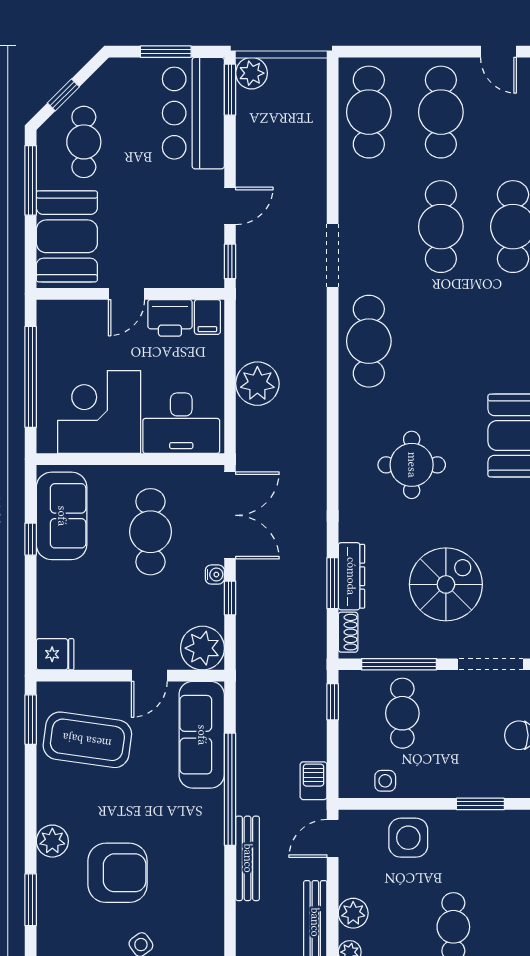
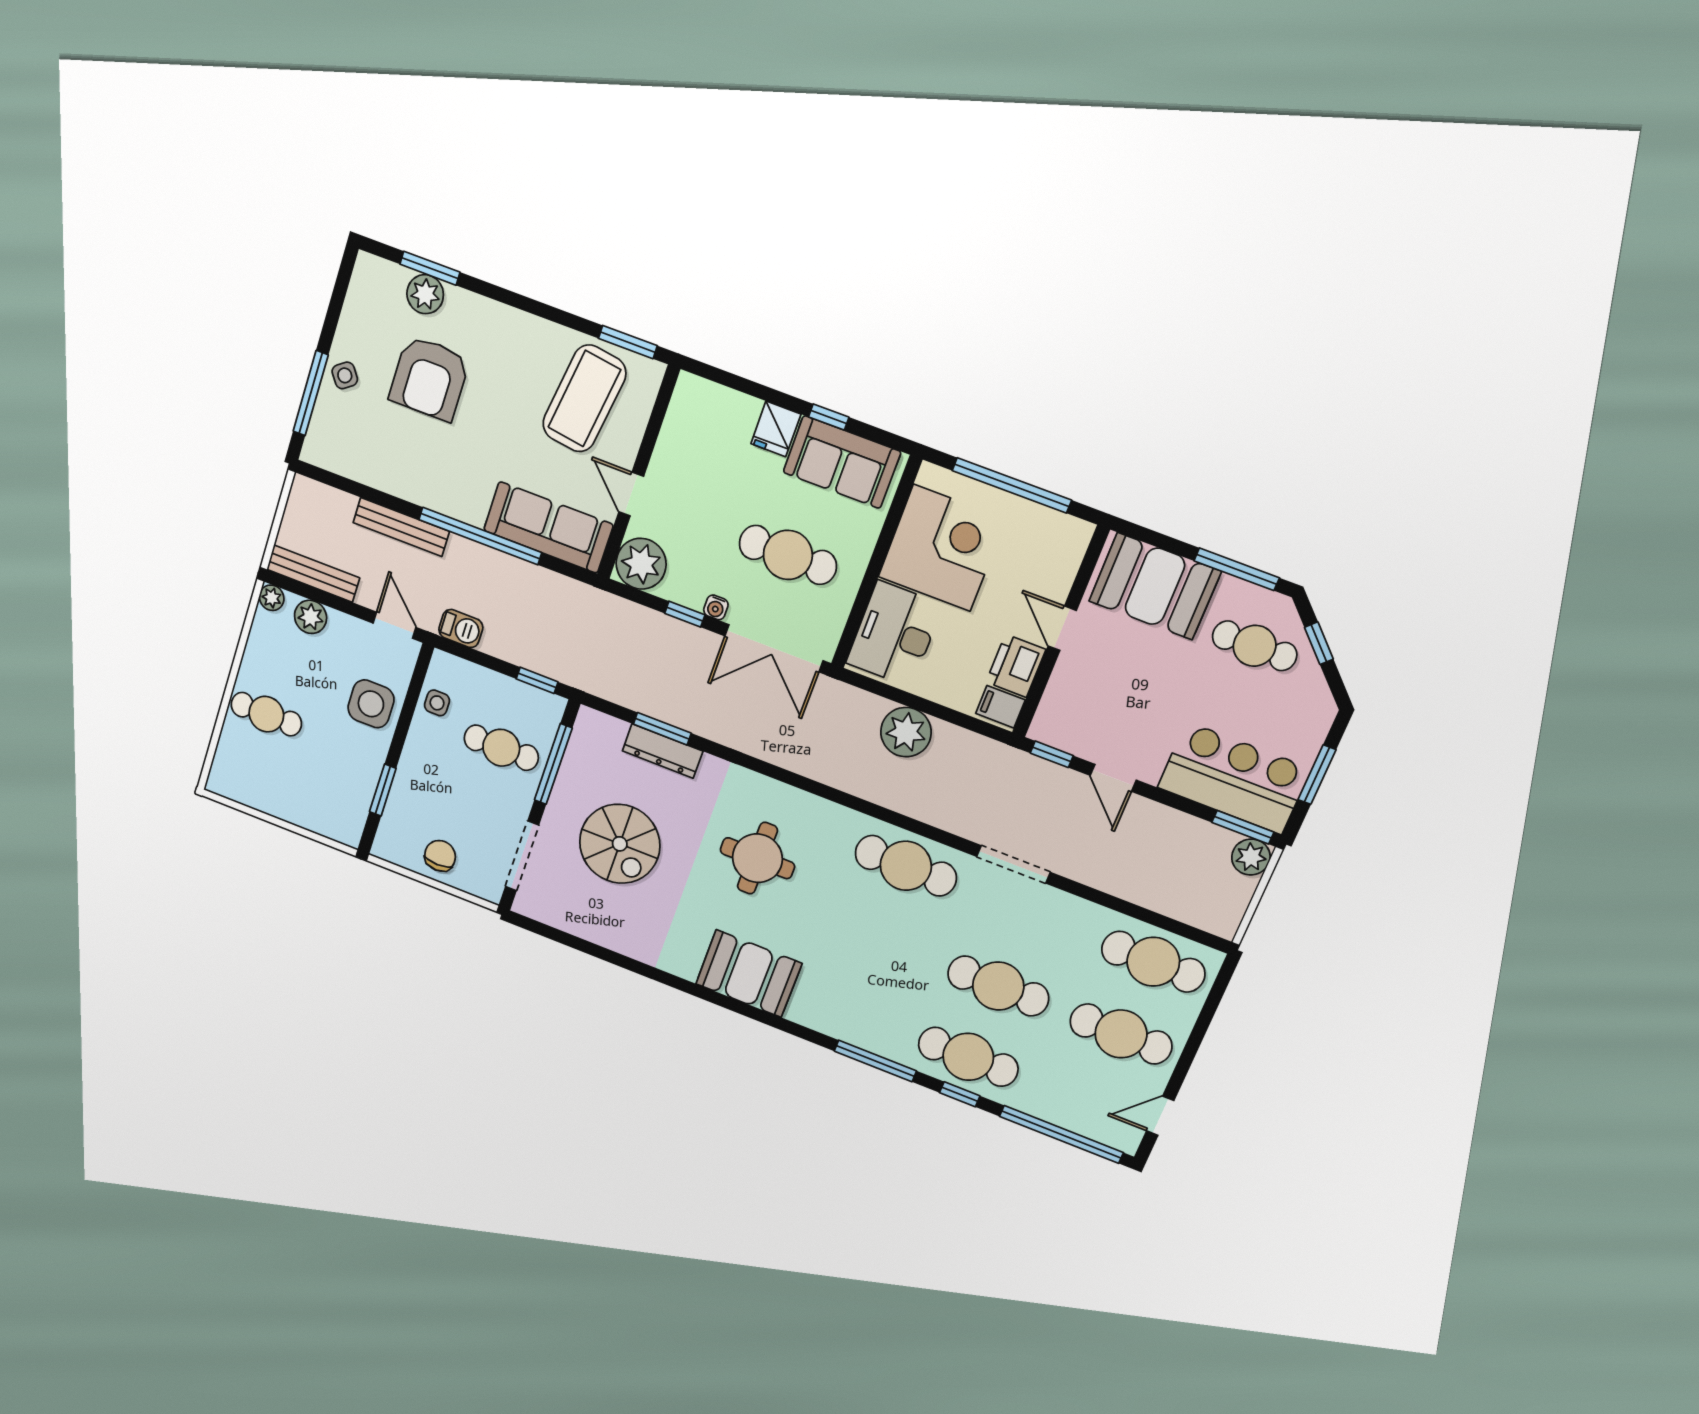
shoe rack: (348, 632) -> (605, 725), removed
fridge: (55, 654) -> (776, 429), moved
plant: (52, 841) -> (425, 294), moved

